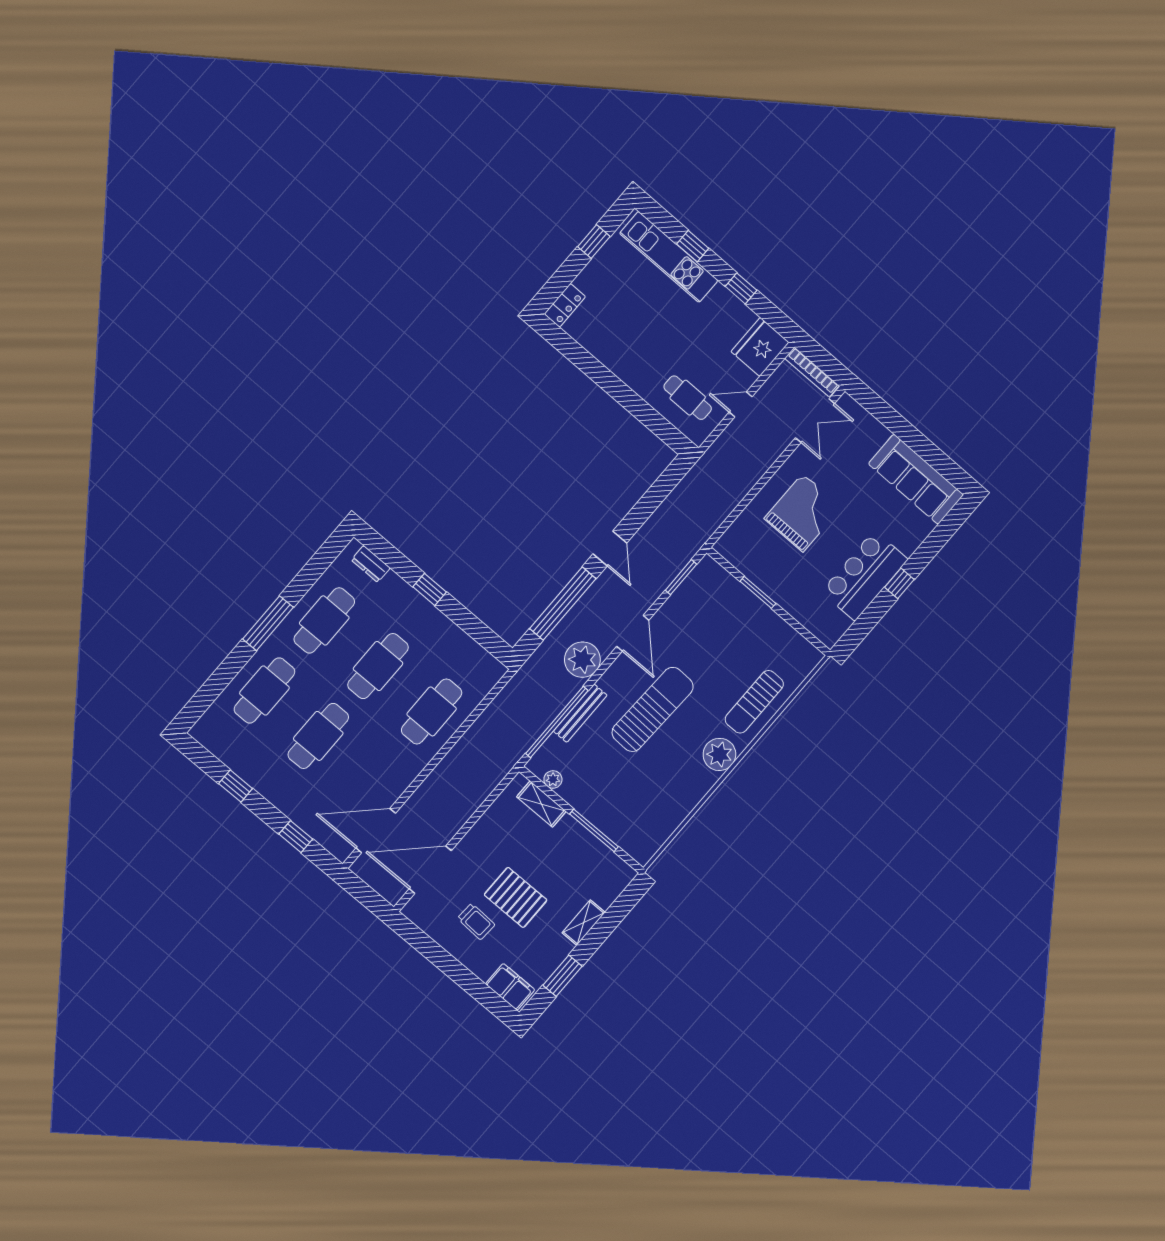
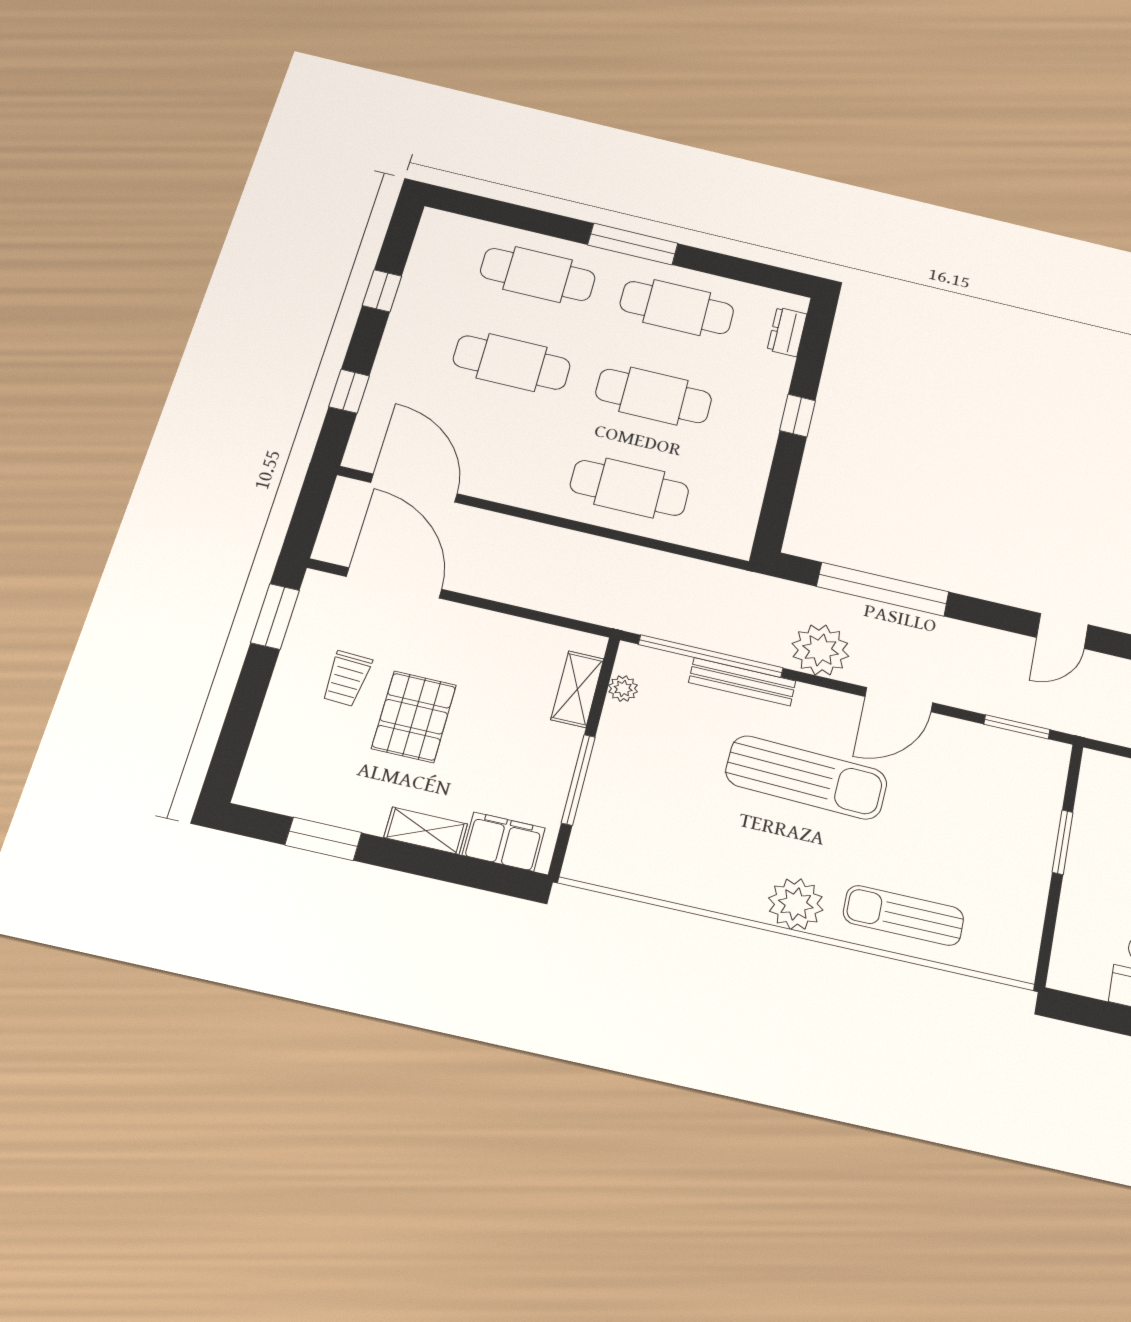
door: (610, 548) -> (1062, 631), moved
window: (421, 942) -> (275, 616), added
filing cabinet: (510, 987) -> (504, 842), moved, turned -90

